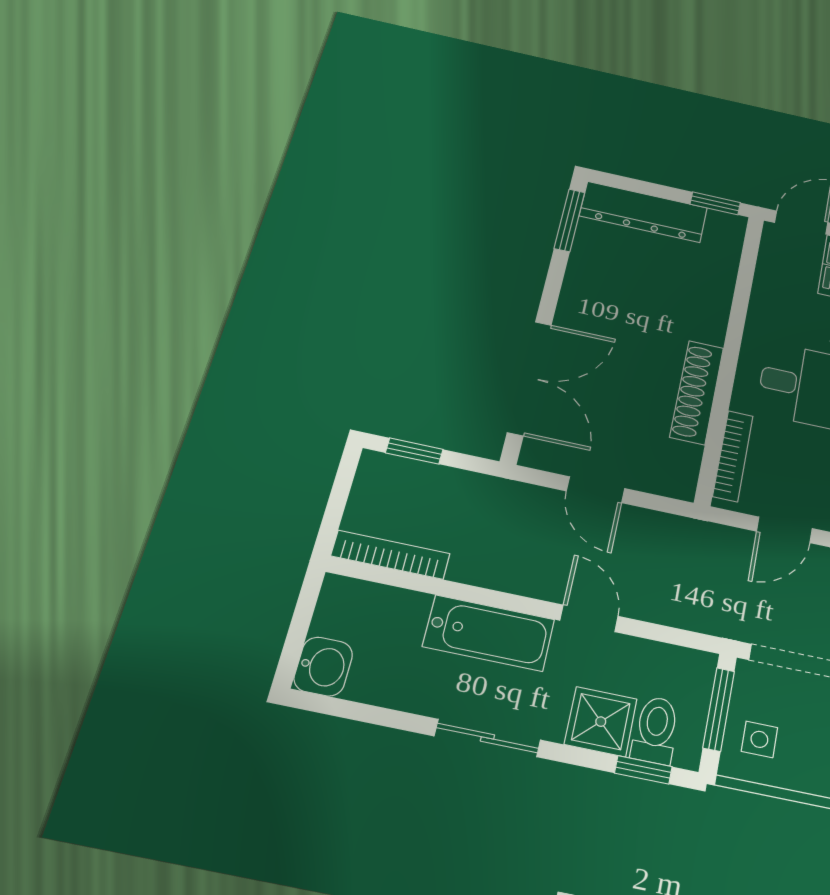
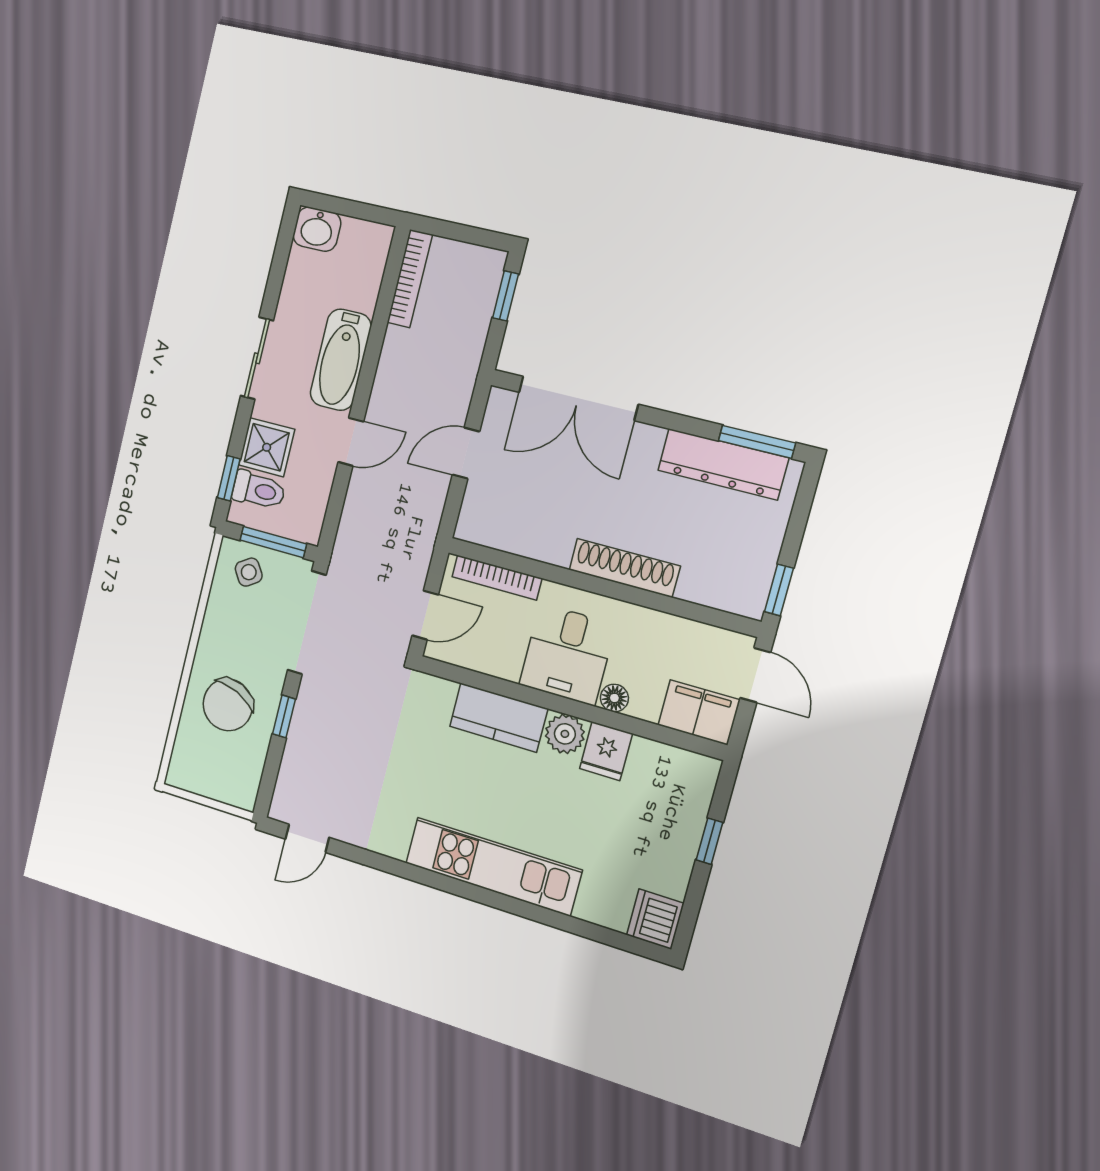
dresser: (643, 212) -> (723, 464), moved, turned -90
shoe rack: (697, 392) -> (624, 568), moved
door: (784, 530) -> (425, 615), swing flipped
side table: (759, 739) -> (249, 572), turned -33

